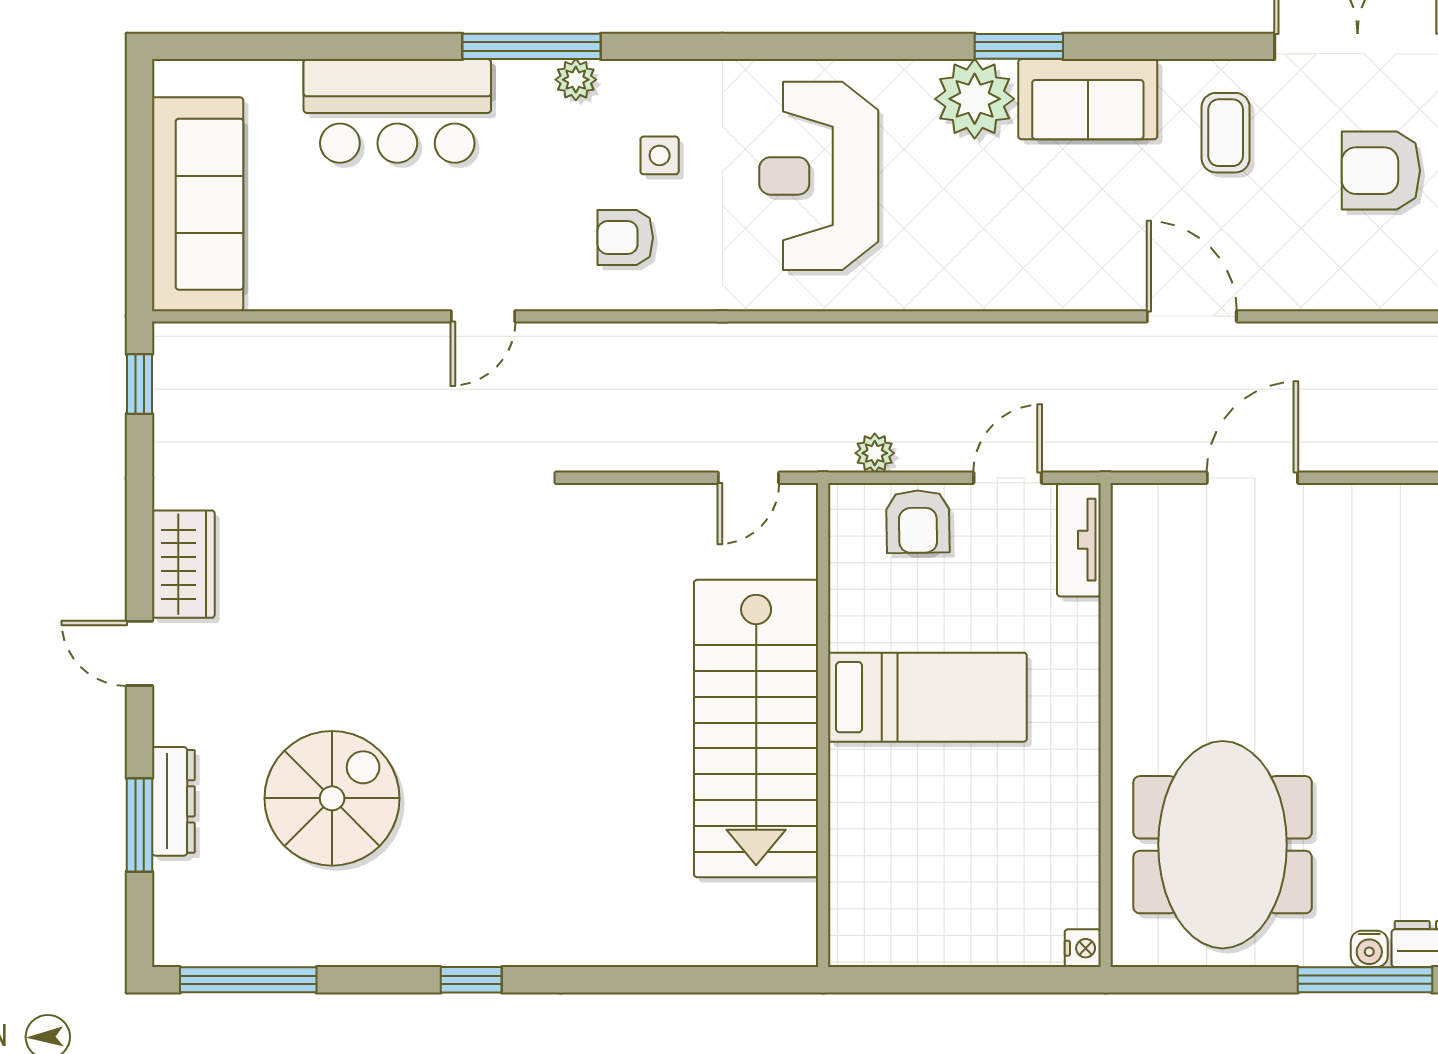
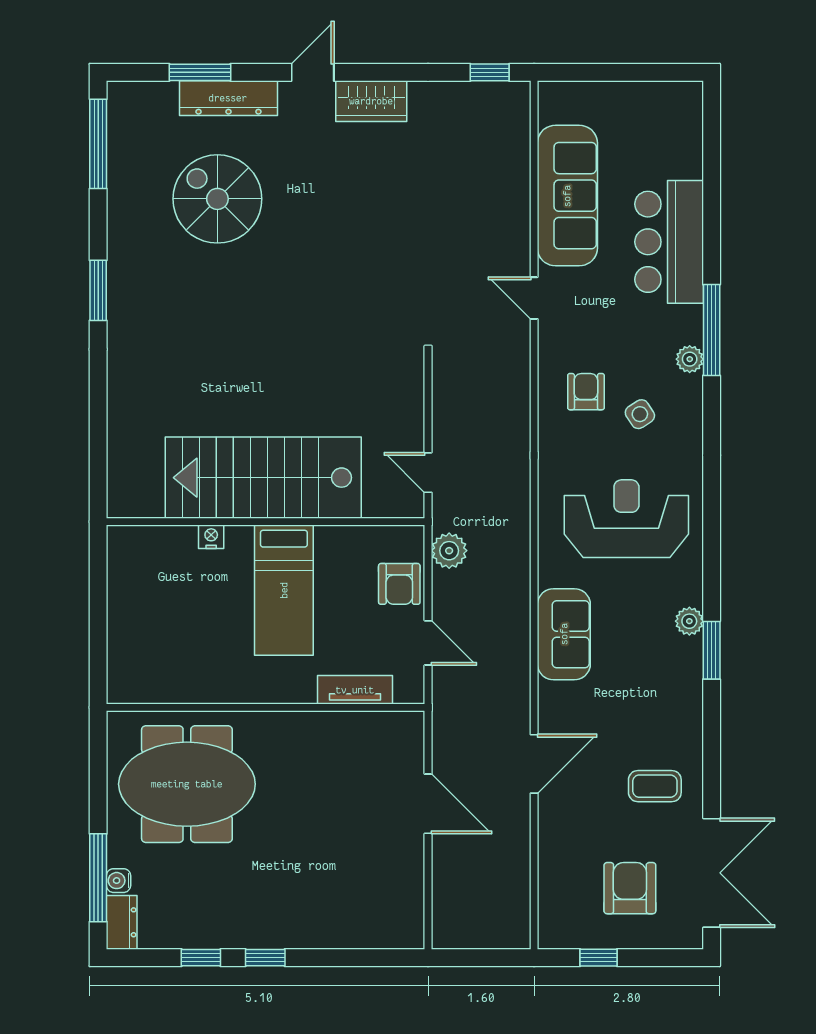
plant: (975, 99) -> (689, 621), width x0.53, depth x0.53
sofa: (1088, 99) -> (564, 634), moved, turned 180
side table: (660, 155) -> (640, 414), turned -33
sofa: (198, 204) -> (567, 196), moved, turned -90
plant: (875, 453) -> (449, 551), width x1.38, depth x1.38
armchair: (918, 522) -> (399, 584), turned -89
tv unit: (1079, 540) -> (355, 690), moved
spiral stairs: (332, 798) -> (217, 199), turned 180
dresser: (173, 801) -> (228, 98), width x1.37, depth x1.24
nightstand: (1083, 948) -> (211, 537), moved, turned 180
window: (471, 980) -> (98, 290), width x1.50

